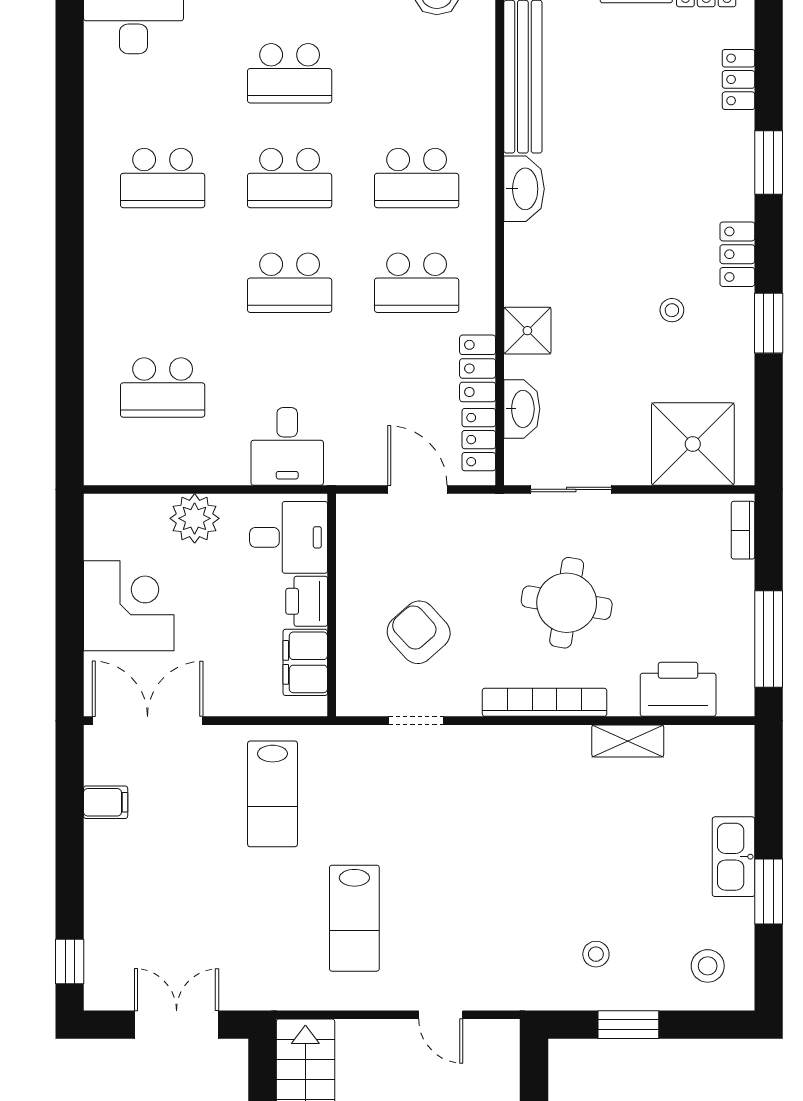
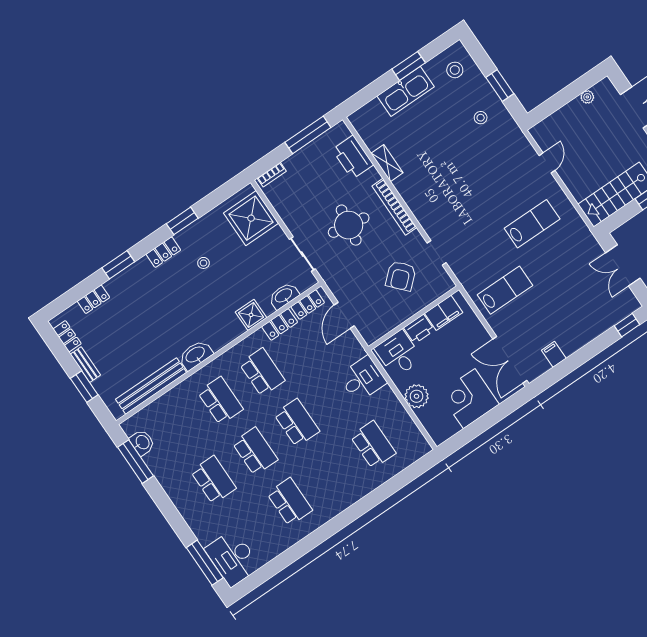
kitchen sink: (734, 857) -> (406, 91), width x1.36, depth x1.24

